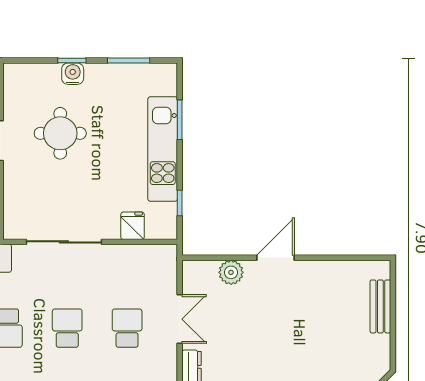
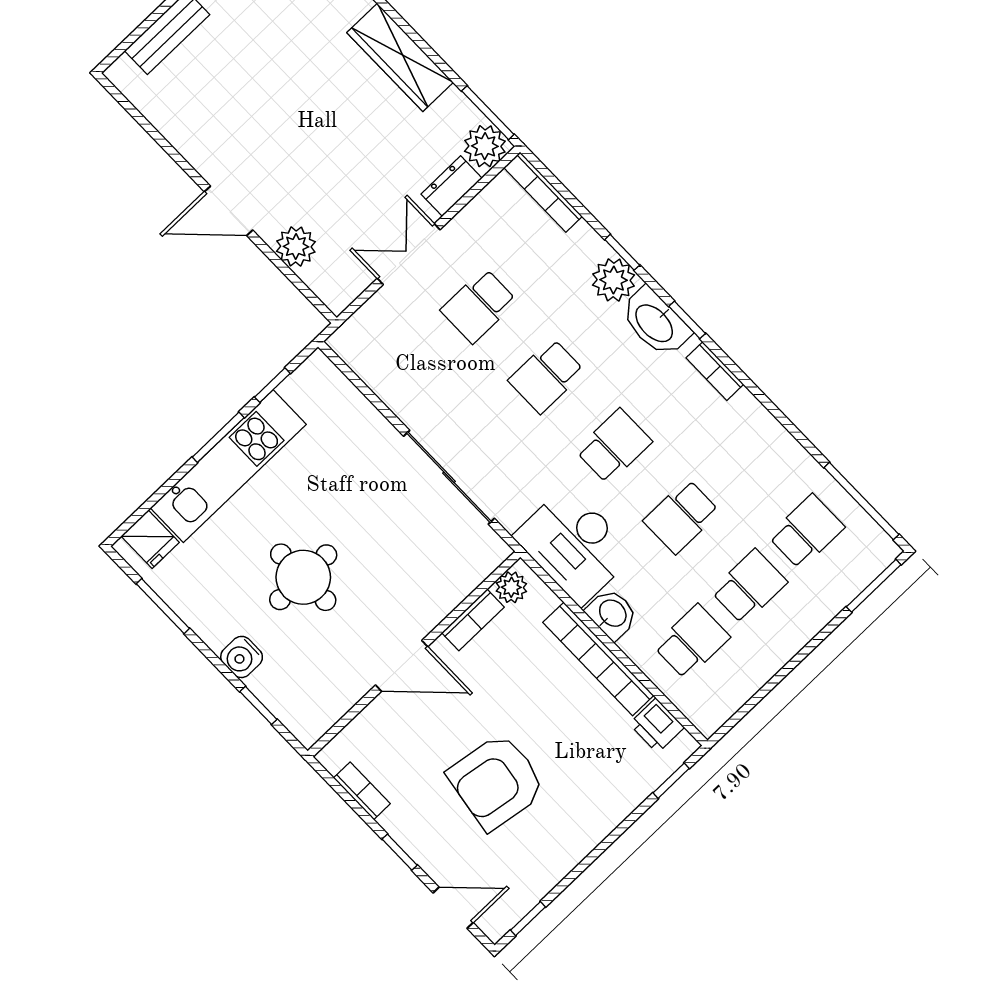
window: (72, 60) -> (258, 705), moved
window: (180, 120) -> (218, 437), moved
round table: (60, 133) -> (303, 577), moved
fridge: (133, 226) -> (150, 539), moved, turned -90

